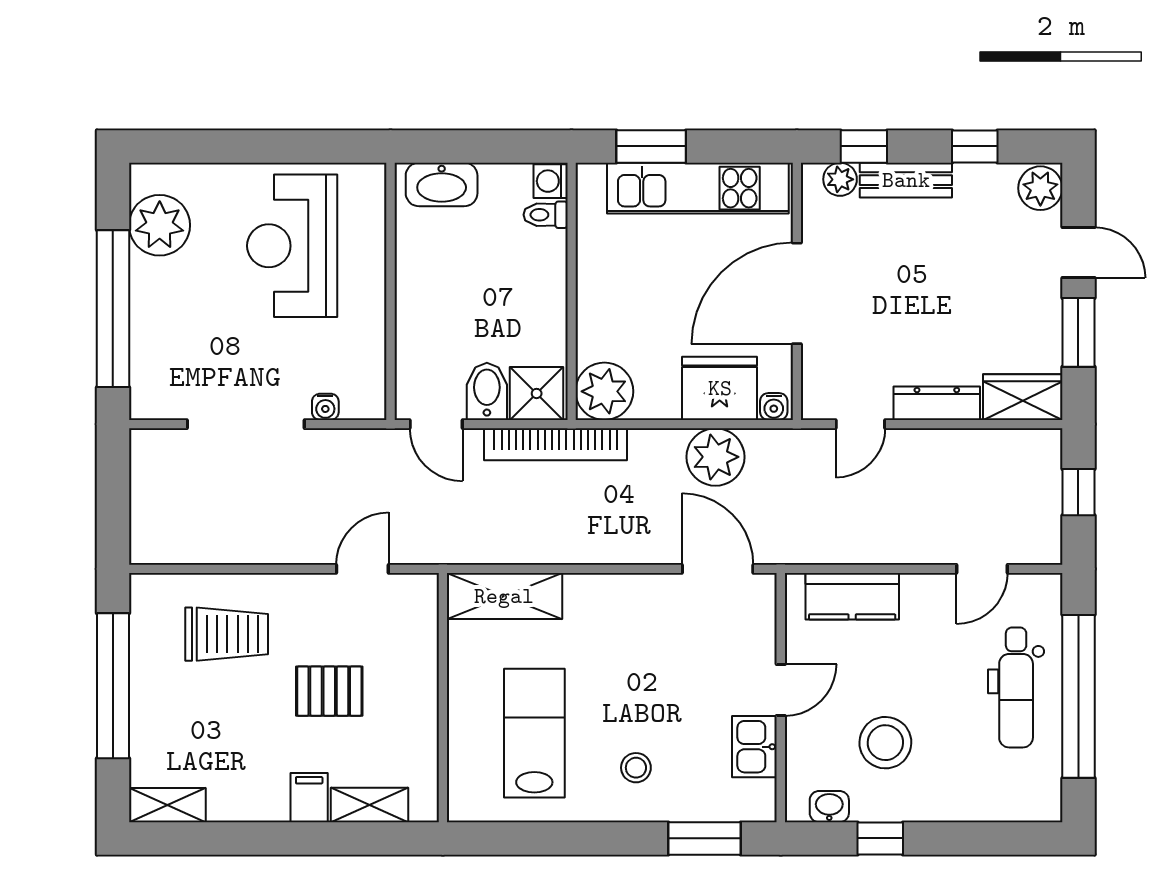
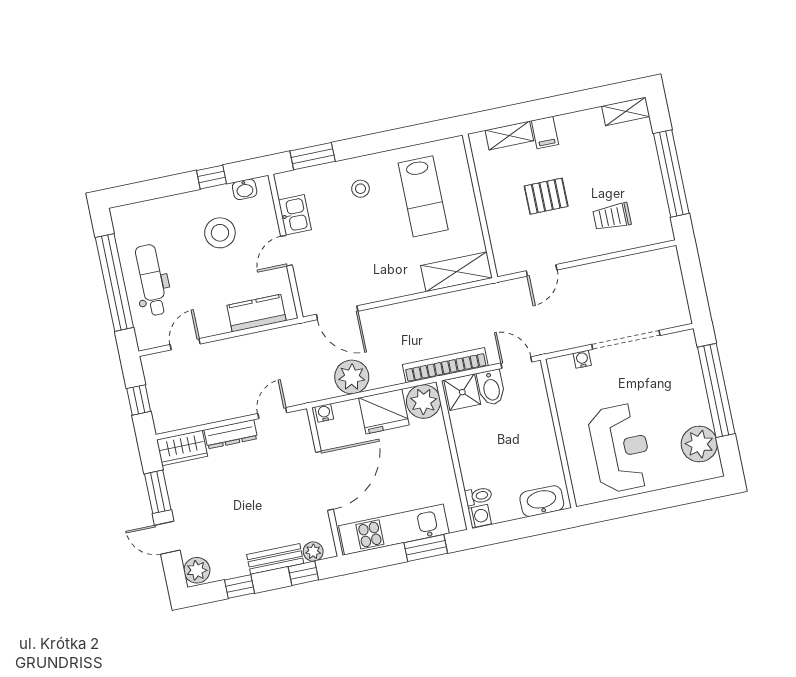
fridge: (720, 388) -> (384, 411), moved
trolley: (227, 634) -> (612, 217), width x0.73, depth x0.72

